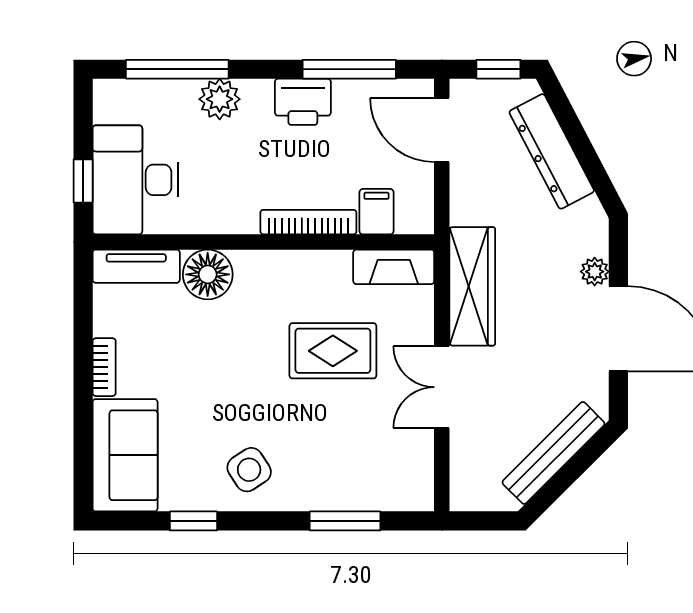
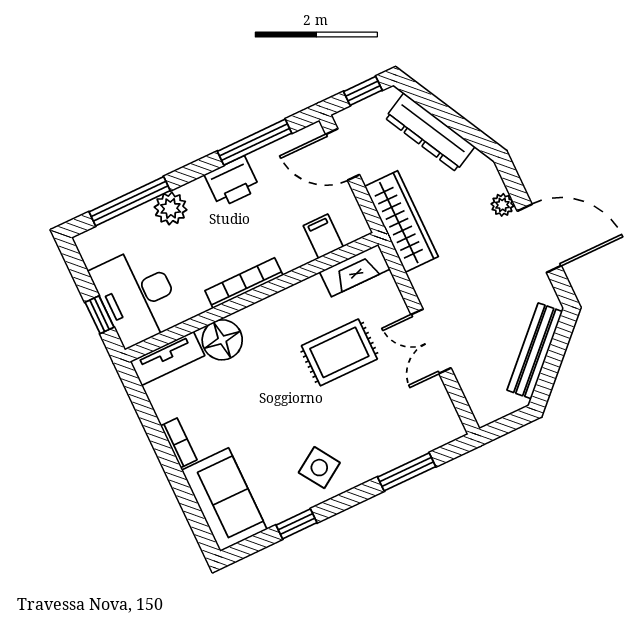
bookcase: (308, 222) -> (244, 283), moved
wardrobe: (472, 286) -> (401, 221), moved

